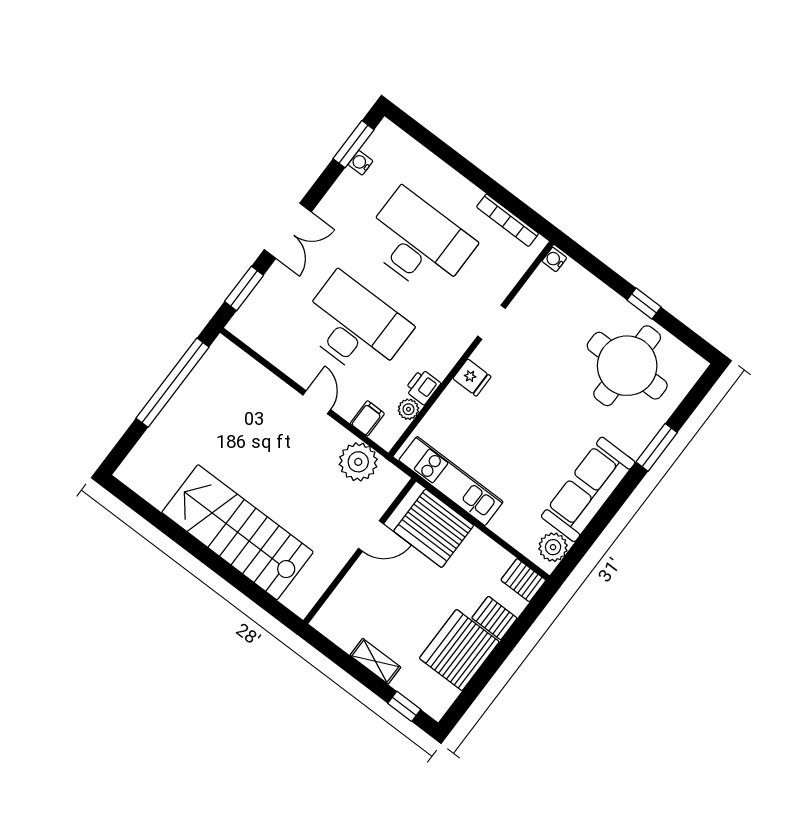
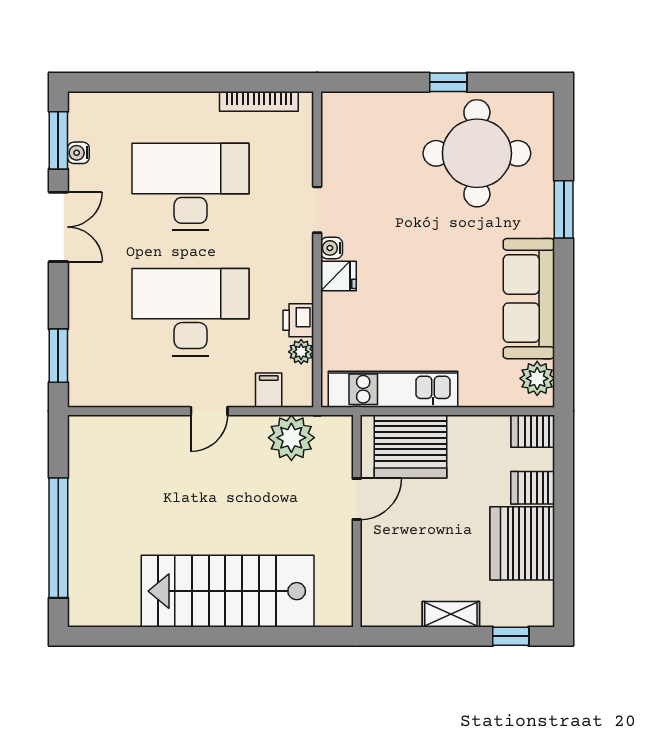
double door: (288, 231) -> (58, 227), moved
water cooler: (554, 259) -> (332, 248), moved
window: (172, 383) -> (58, 538), moved
door: (317, 402) -> (209, 411), swing flipped

